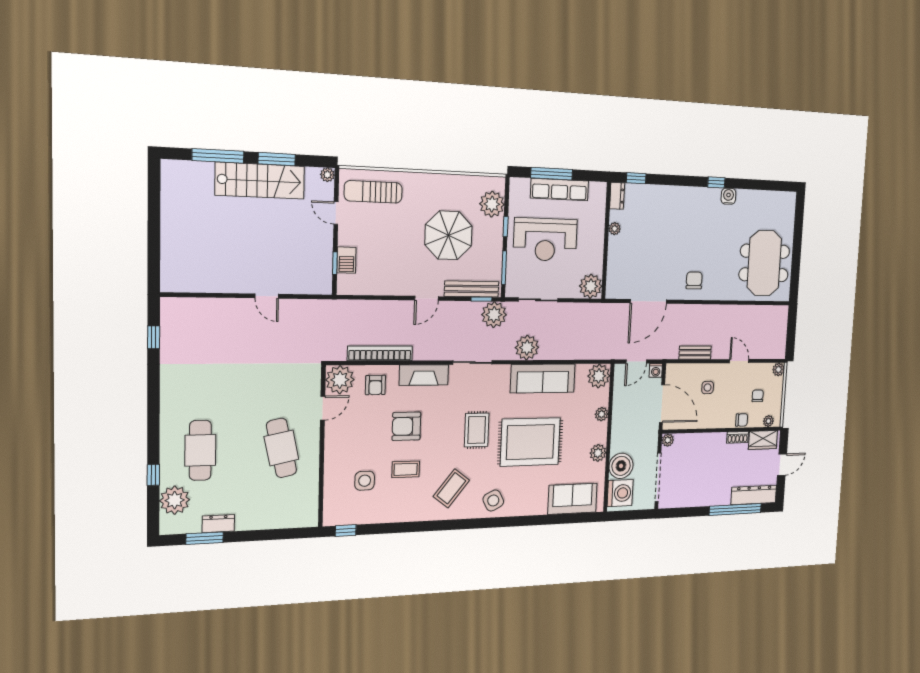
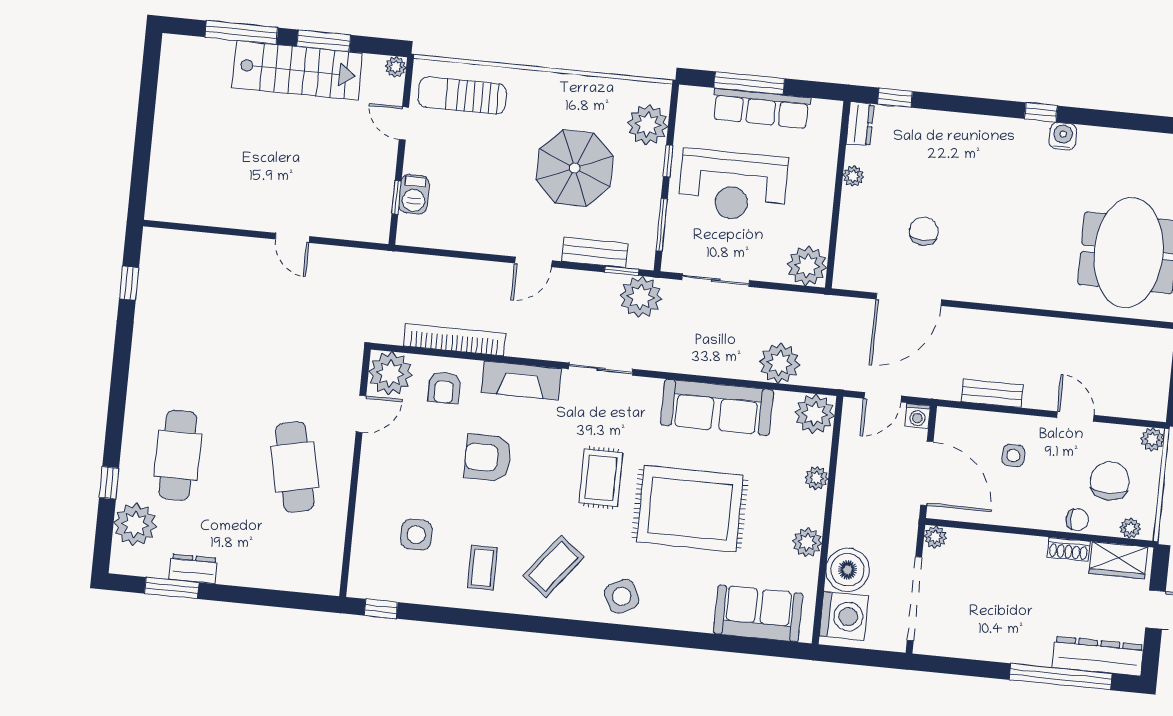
chair: (694, 280) -> (924, 231), moved
bench: (472, 289) -> (595, 252), width x0.73
plant: (527, 348) -> (780, 363), moved
chair: (758, 396) -> (1110, 481), width x1.87, depth x1.87
coffee table: (406, 469) -> (482, 568), moved, turned 90

